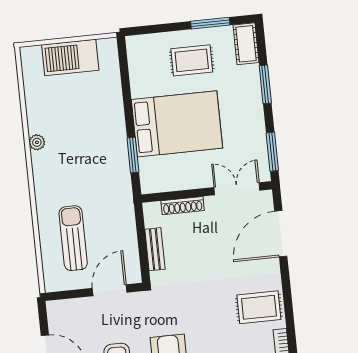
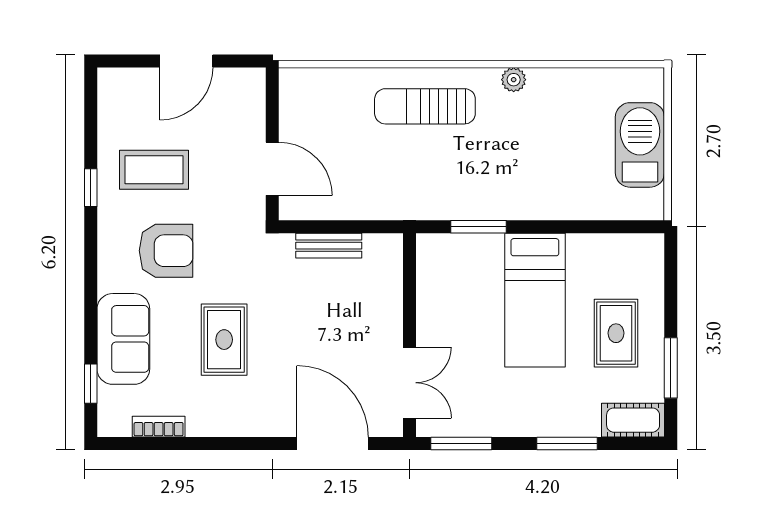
bed: (177, 124) -> (535, 300), width x0.67
shoe rack: (183, 206) -> (392, 296), removed
sun lounger: (73, 238) -> (425, 106), moved, turned 180
rug: (259, 307) -> (224, 340), moved

